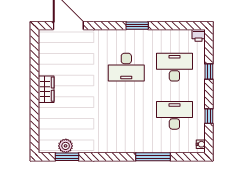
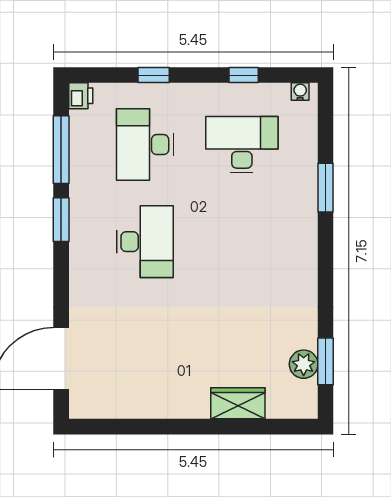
window: (172, 26) -> (61, 150), added
wardrobe: (46, 89) -> (238, 403), moved
desk: (174, 115) -> (242, 145), turned 90
window: (153, 157) -> (326, 188), width x0.69

